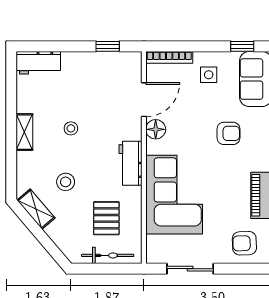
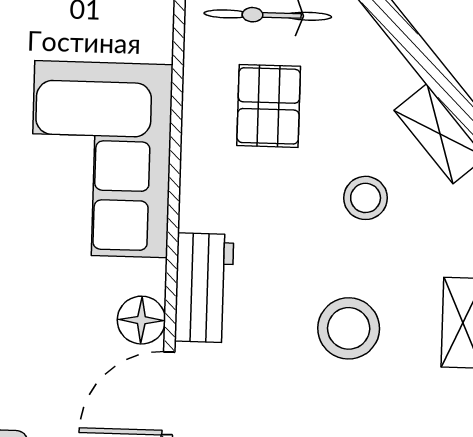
stool: (71, 128) -> (349, 328), width x1.89, depth x1.89
workbench: (130, 163) -> (204, 288), moved

